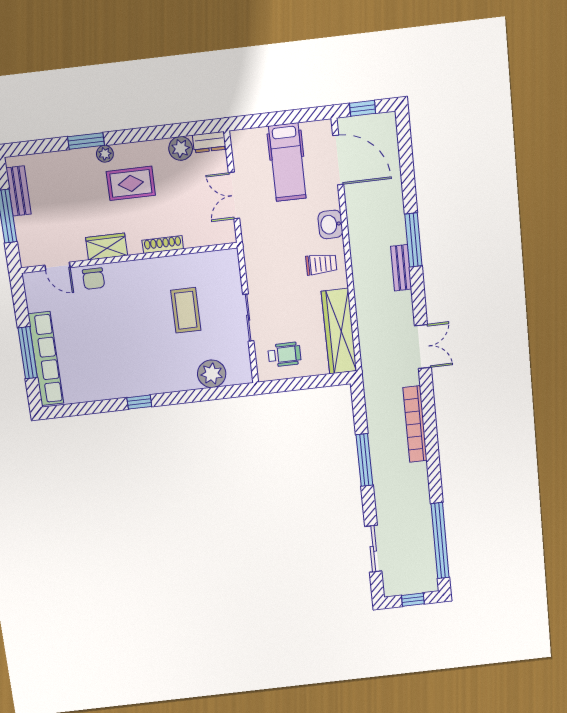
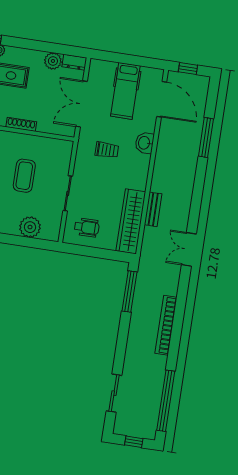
double door: (234, 196) -> (81, 104), width x1.37
window: (413, 240) -> (206, 137), moved
trolley: (321, 264) -> (107, 150), moved
bench: (401, 268) -> (153, 209), moved
double door: (423, 347) -> (189, 249), swing flipped
bookcase: (415, 424) -> (166, 325), moved
window: (364, 460) -> (130, 292), moved

